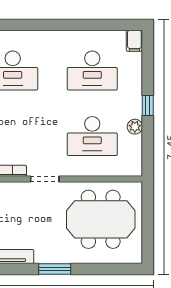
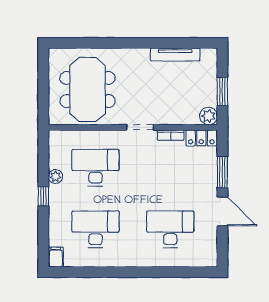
meeting table: (101, 219) -> (88, 89), turned 90
window: (55, 269) -> (131, 43), removed

